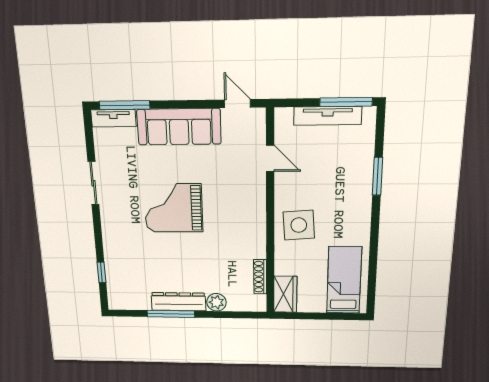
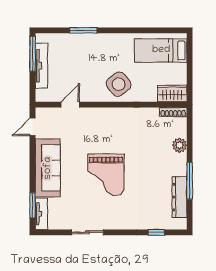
window: (125, 105) -> (33, 205), width x0.69
side table: (299, 225) -> (119, 84), turned -35
shoe rack: (260, 277) -> (173, 112), moved
dresser: (178, 302) -> (179, 197), moved

